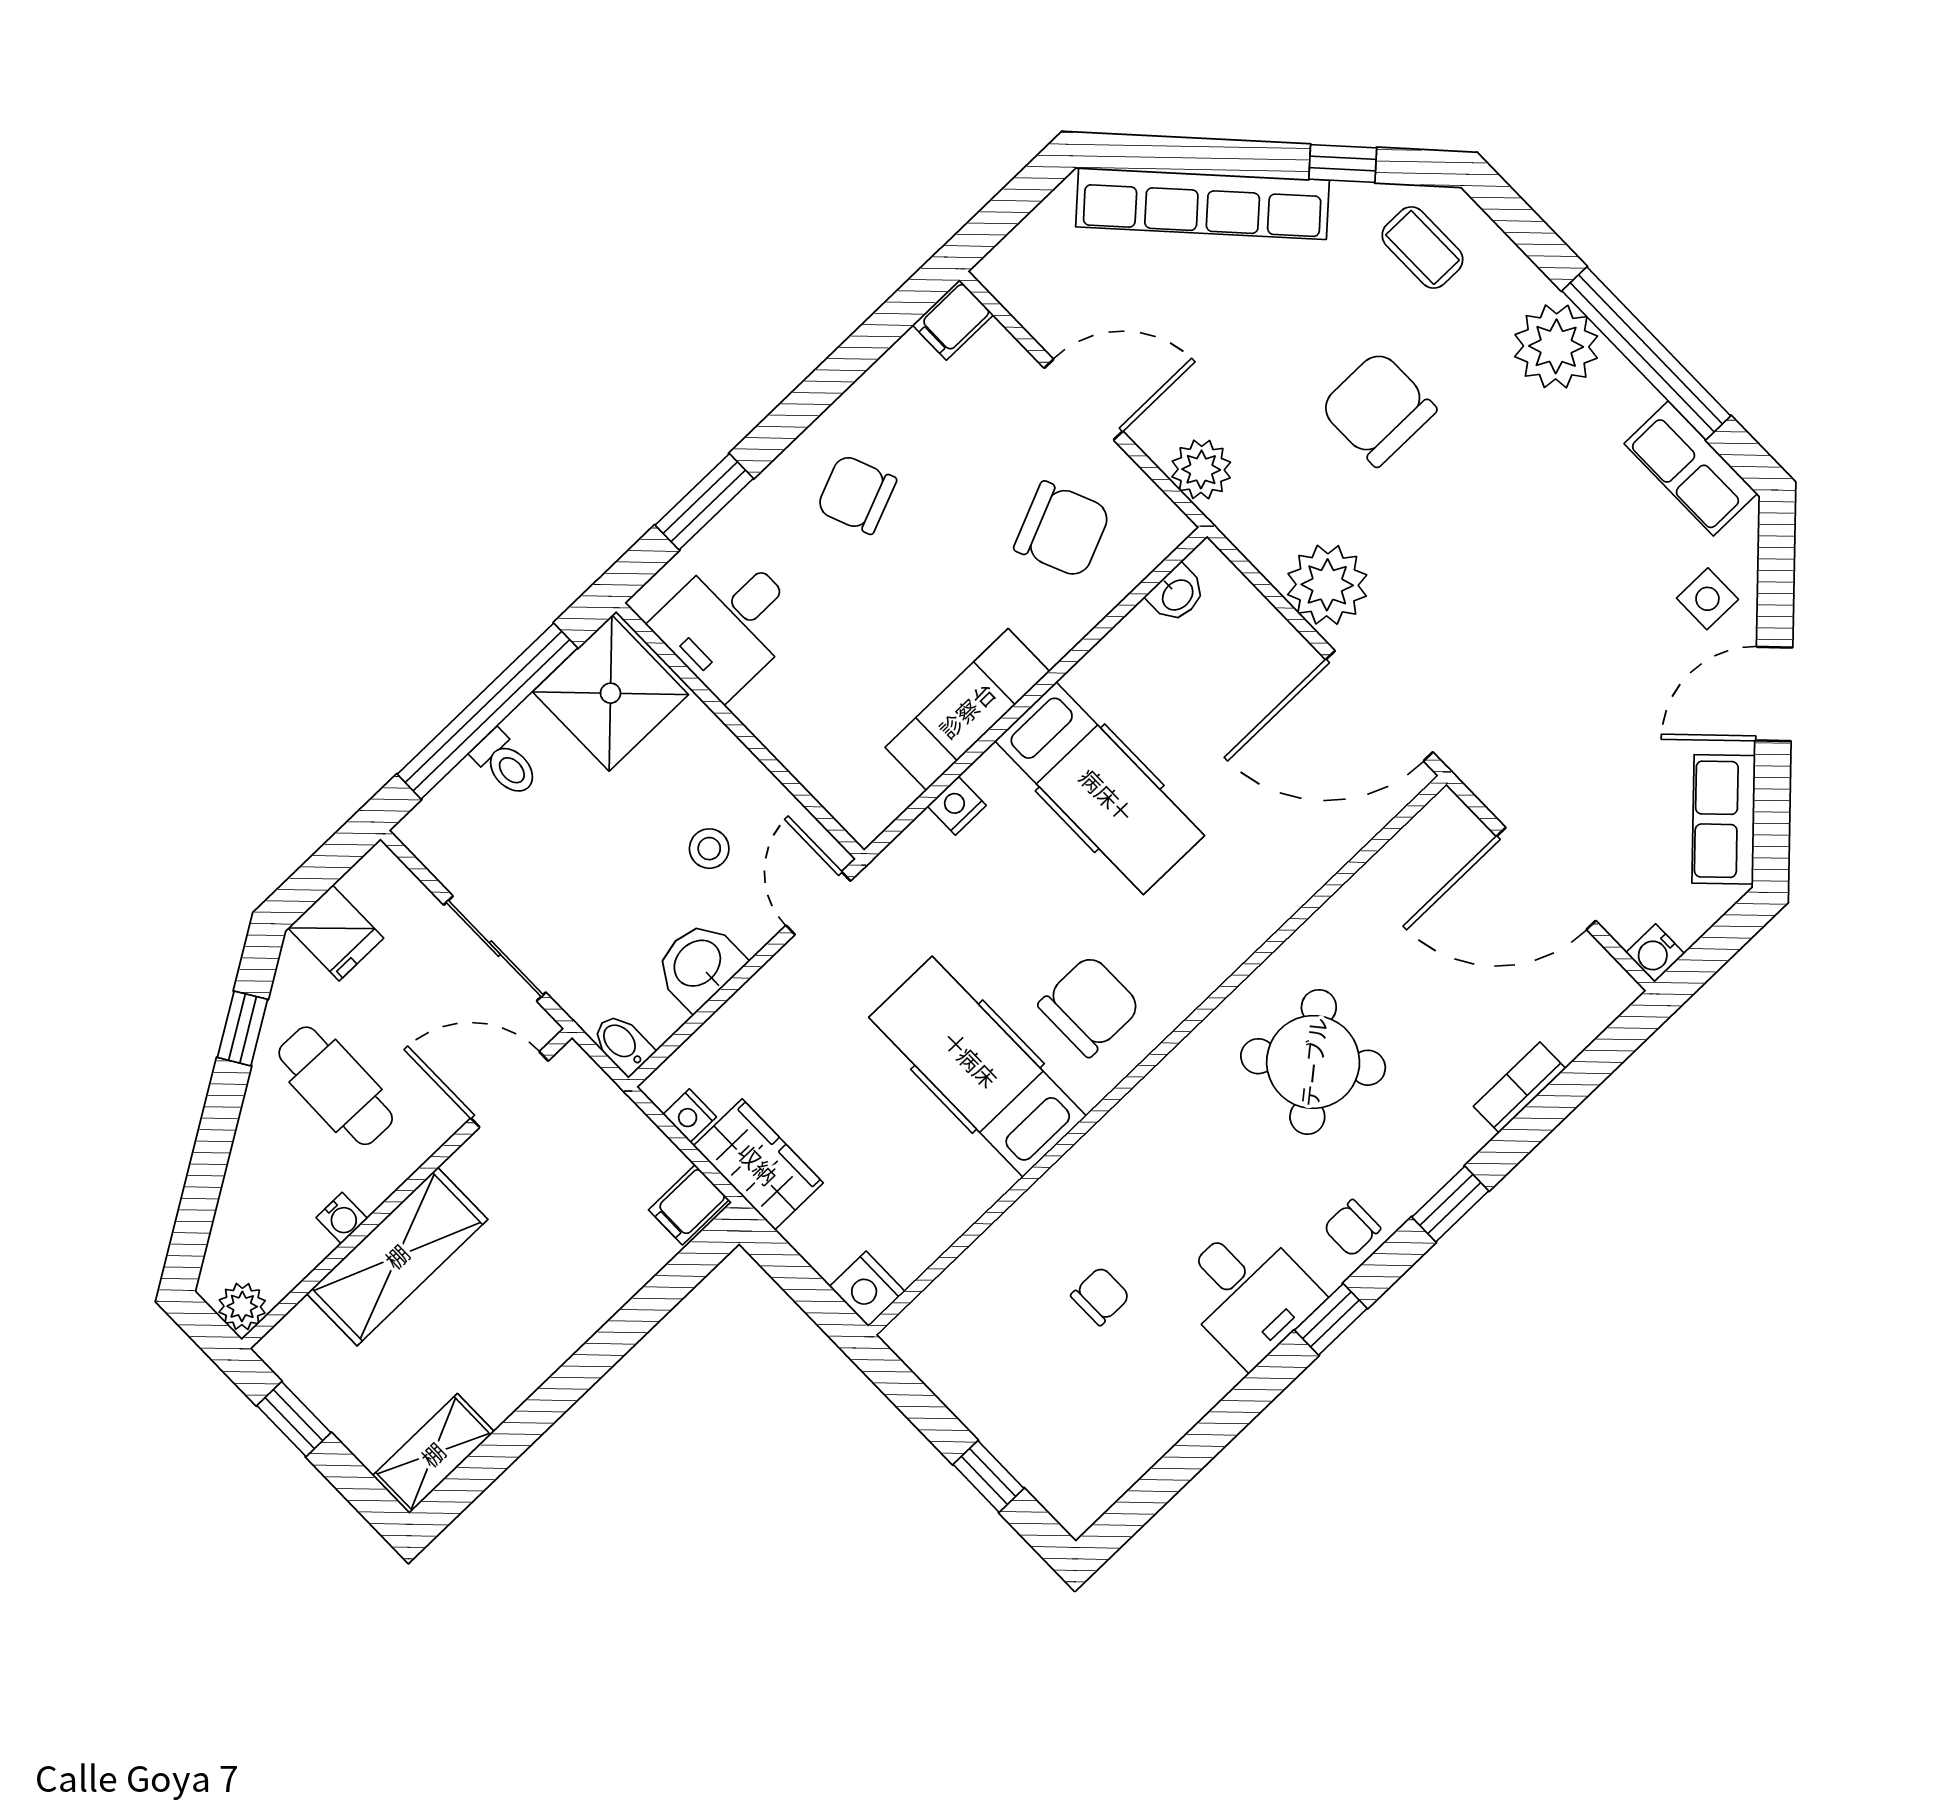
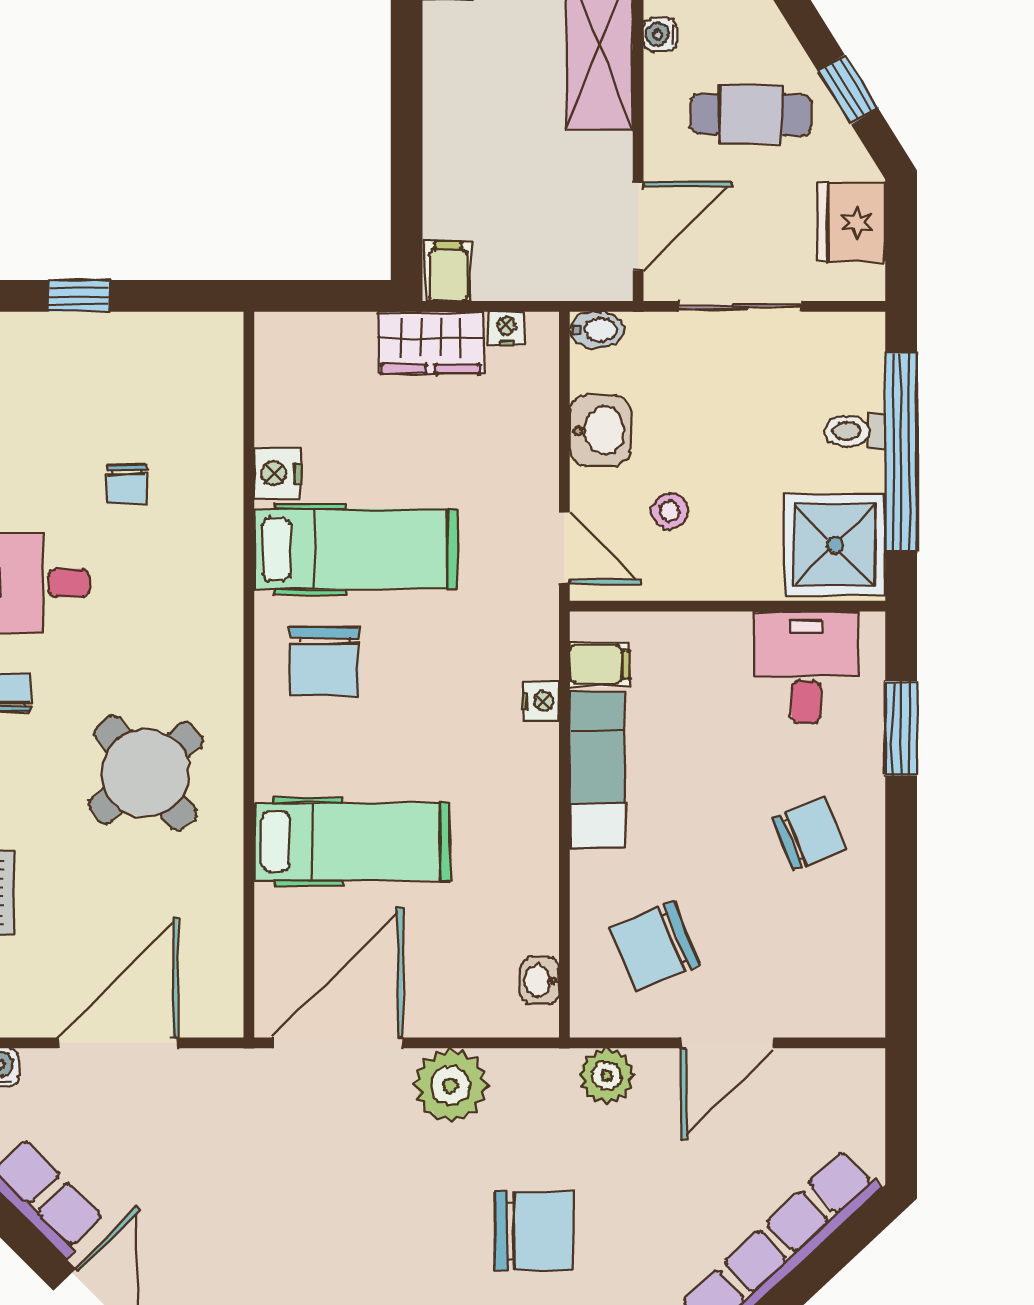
filing cabinet: (953, 320) -> (600, 664), moved, turned 90
hospital bed: (1100, 788) -> (352, 842), moved, turned 180
fridge: (336, 933) -> (851, 223), width x1.38
nightstand: (867, 1289) -> (278, 473), moved, turned -90

